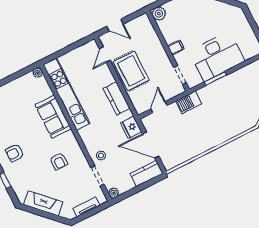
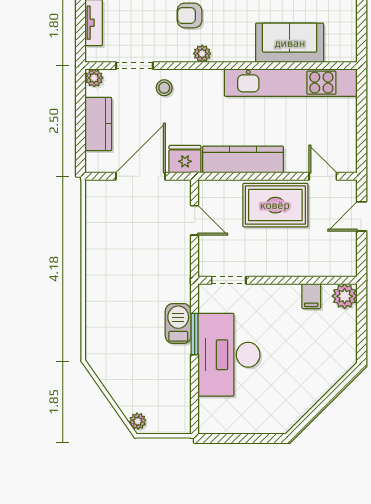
filing cabinet: (176, 47) -> (311, 296), moved
plant: (38, 73) -> (202, 54), moved
kitchen counter: (117, 98) -> (243, 159), width x1.50
barbecue: (189, 102) -> (178, 324), moved
sofa: (53, 117) -> (290, 43), moved
kitchen counter: (146, 173) -> (98, 124), moved

